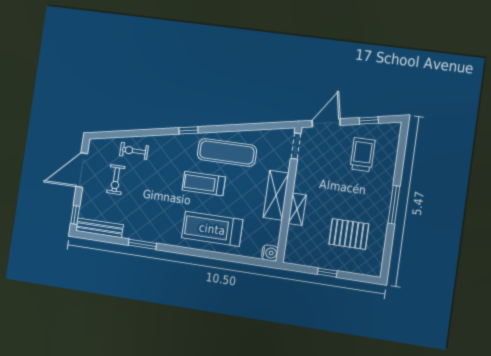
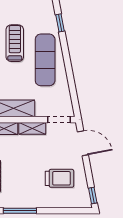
window: (369, 121) -> (93, 195), moved
shelving: (301, 177) -> (32, 128), added

